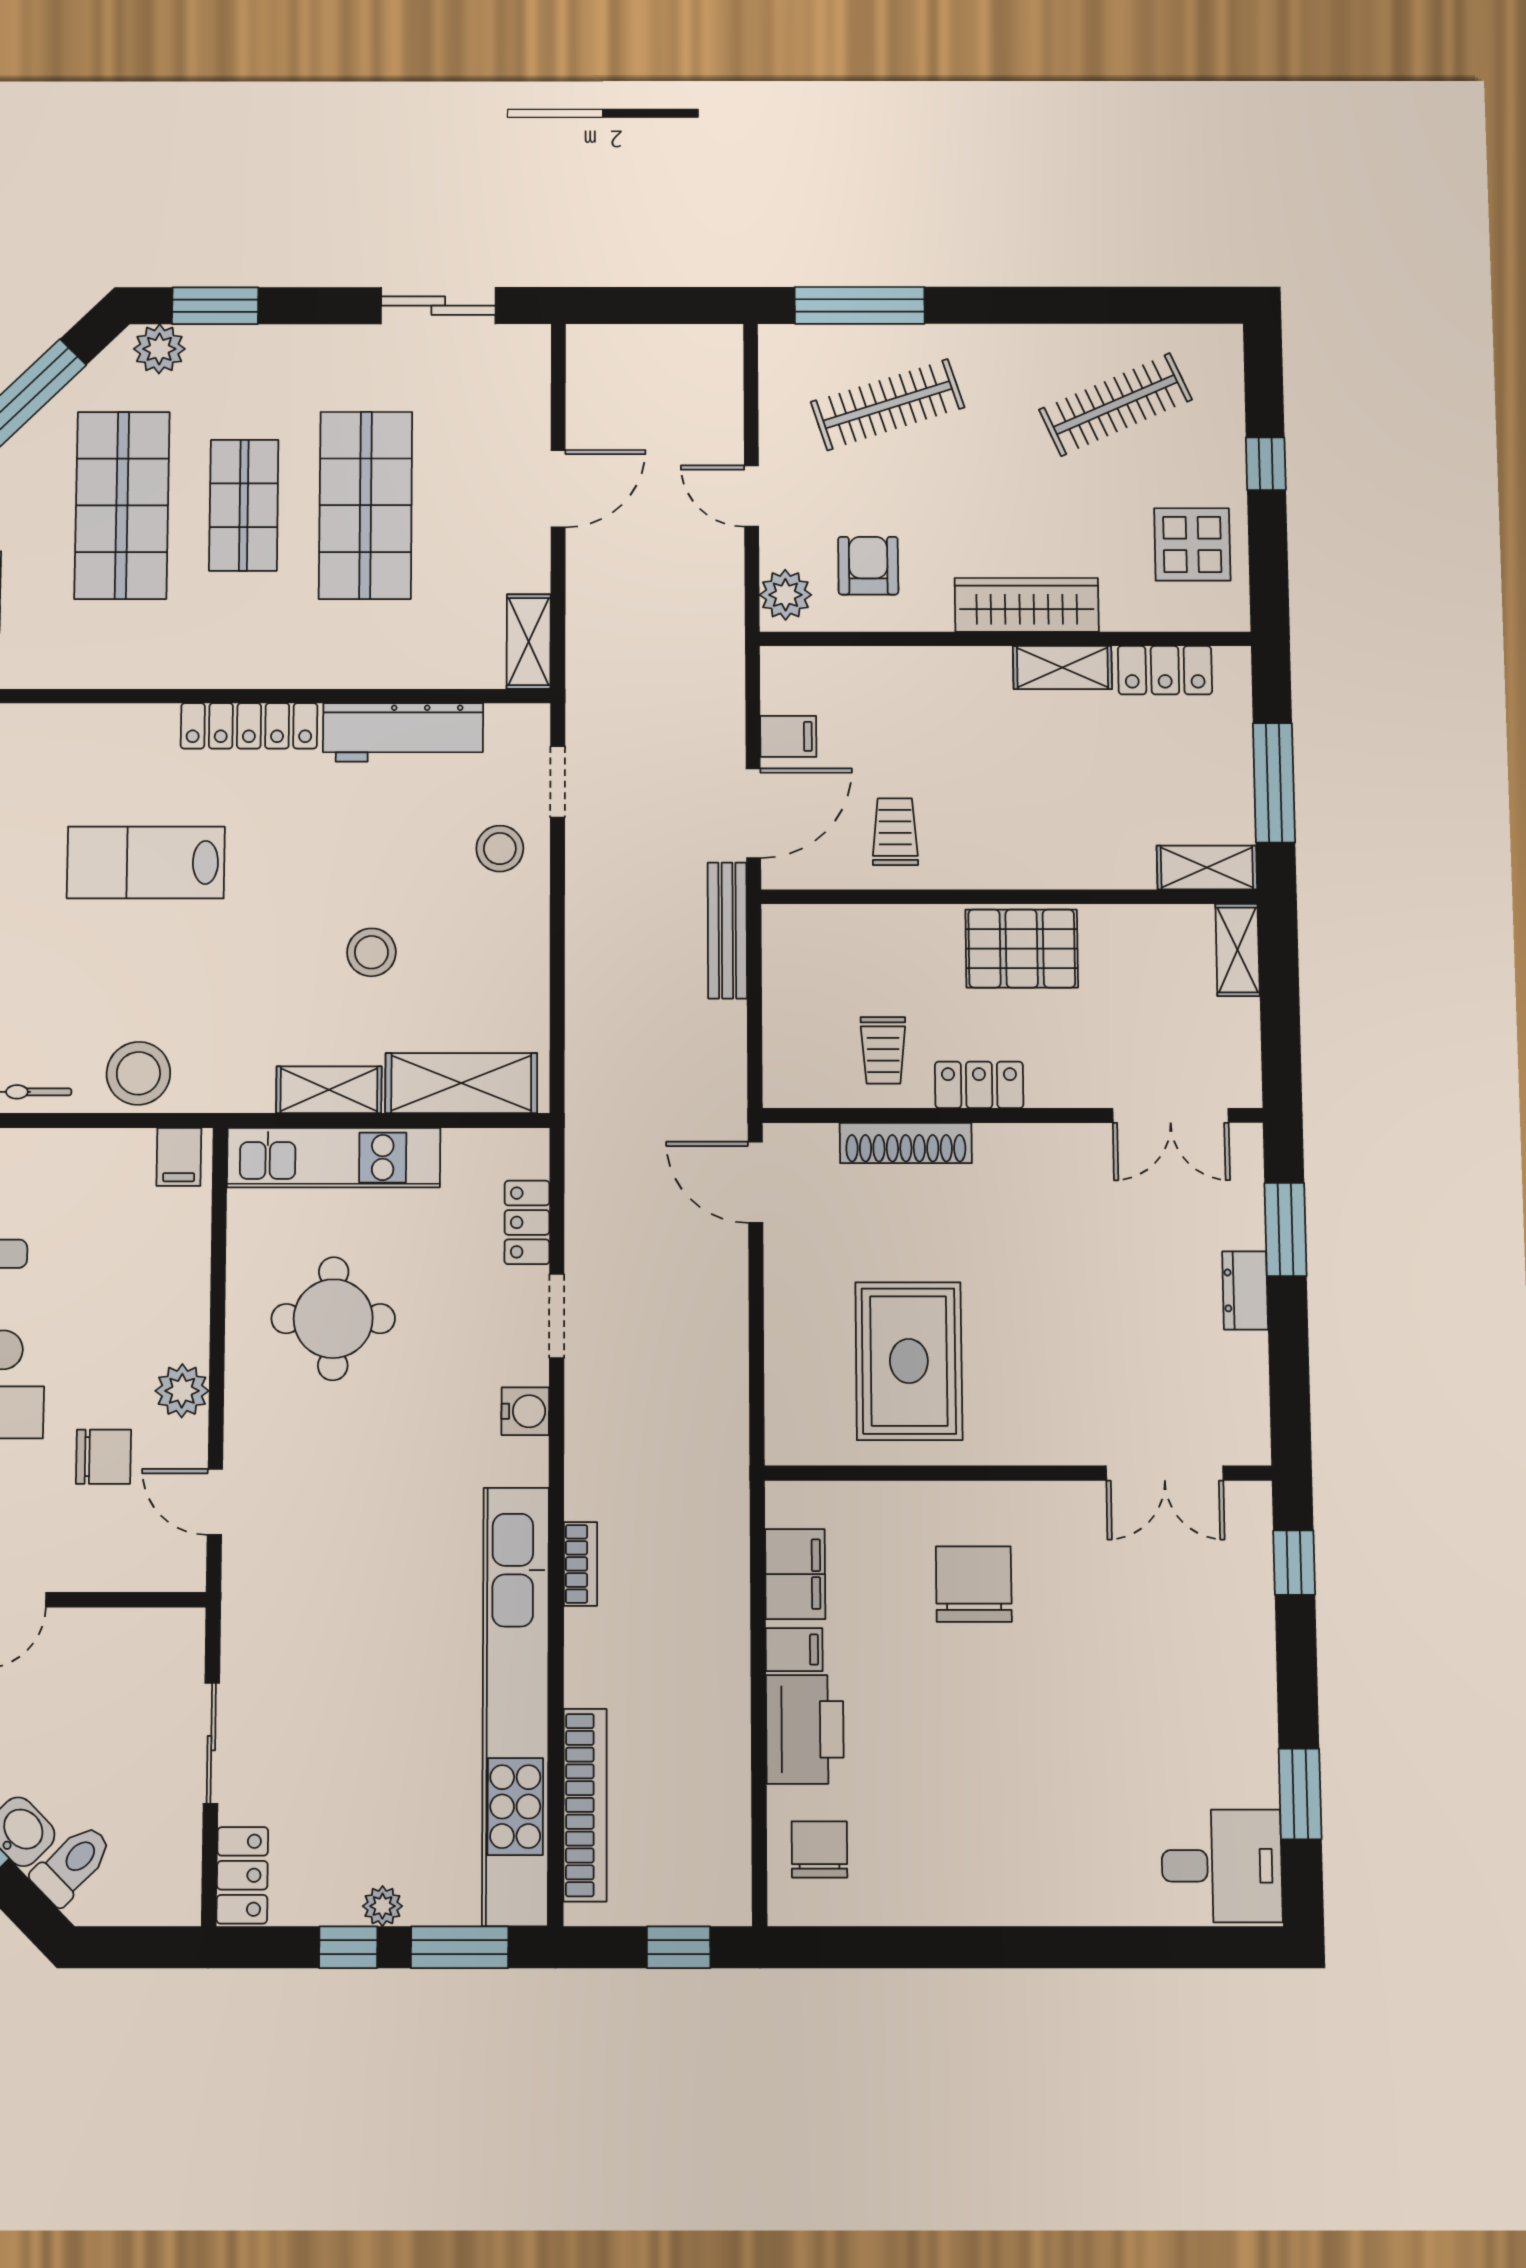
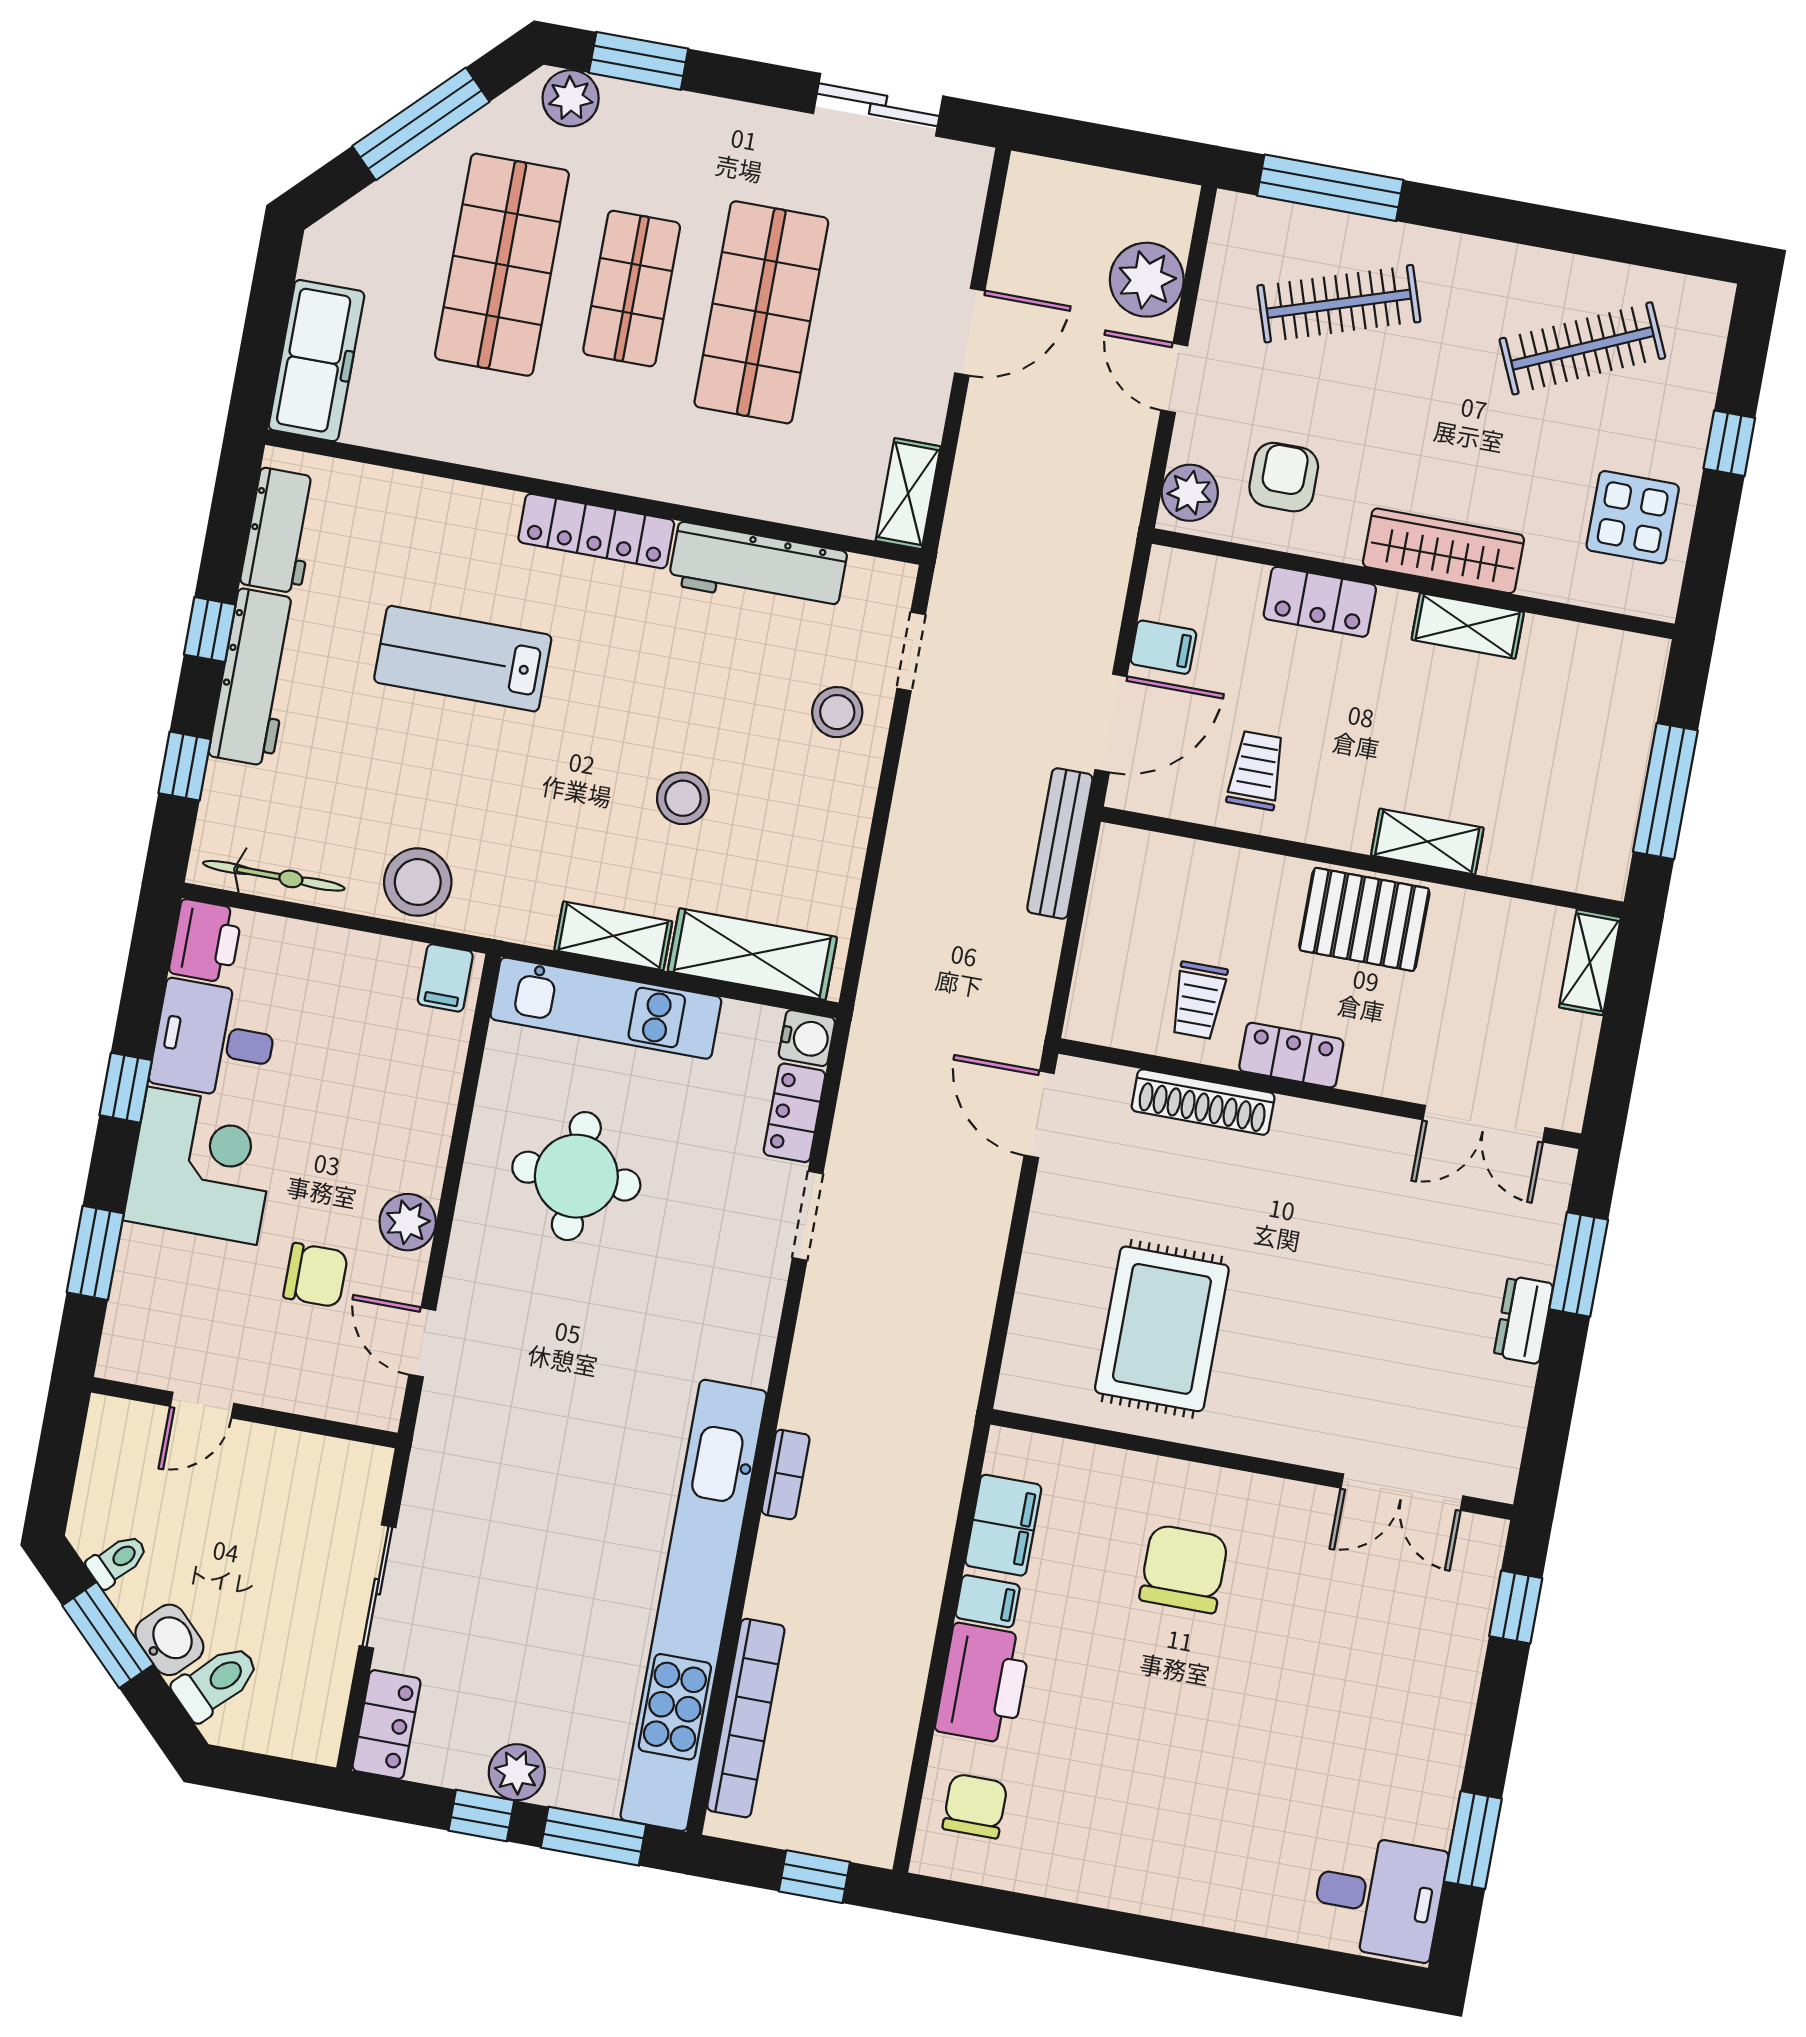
plant: (710, 415) -> (1147, 280), added
locker: (1165, 670) -> (1320, 602), moved
shelving: (1207, 867) -> (1427, 842), moved
water cooler: (525, 1411) -> (807, 1038), moved
plant: (382, 1906) -> (517, 1772), width x1.38, depth x1.38

